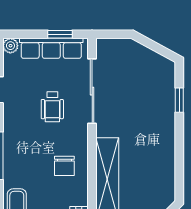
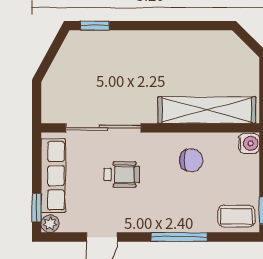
window: (60, 34) -> (37, 208), moved
window: (179, 100) -> (95, 26), moved

